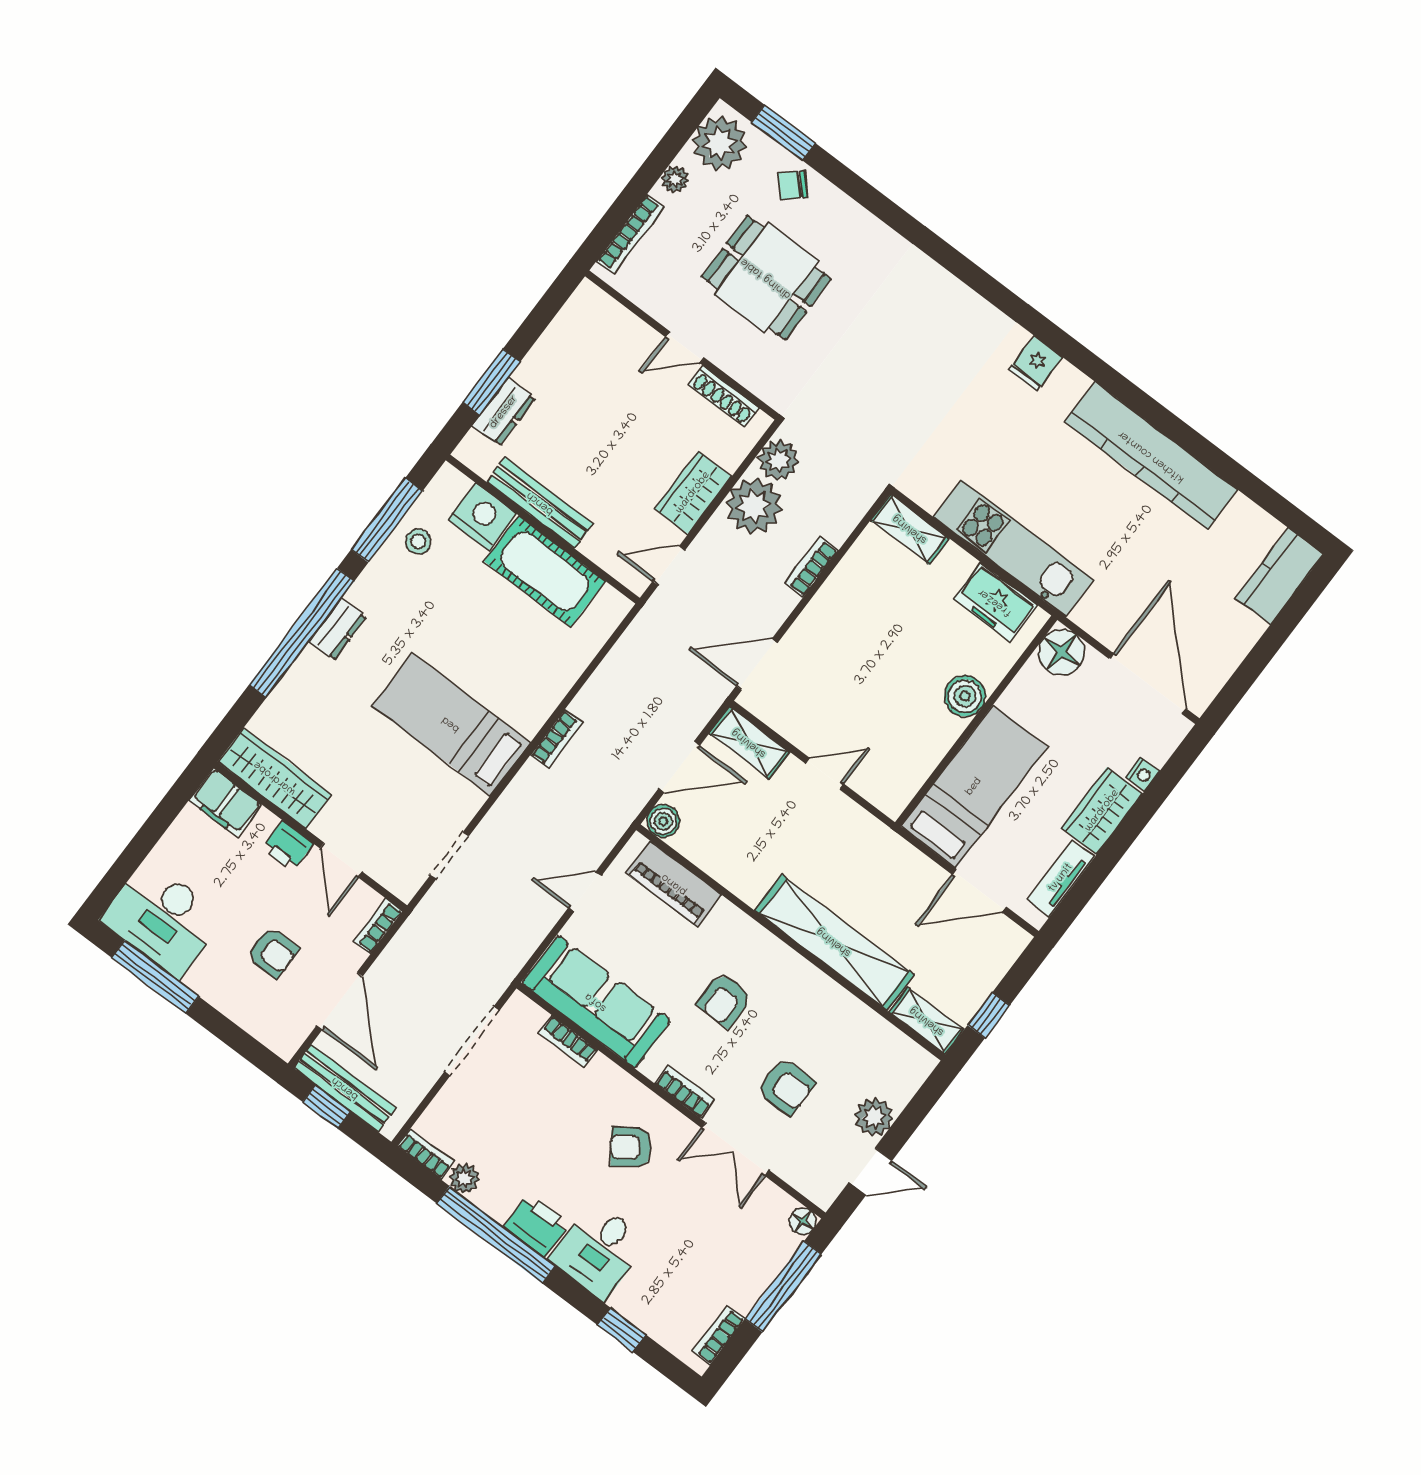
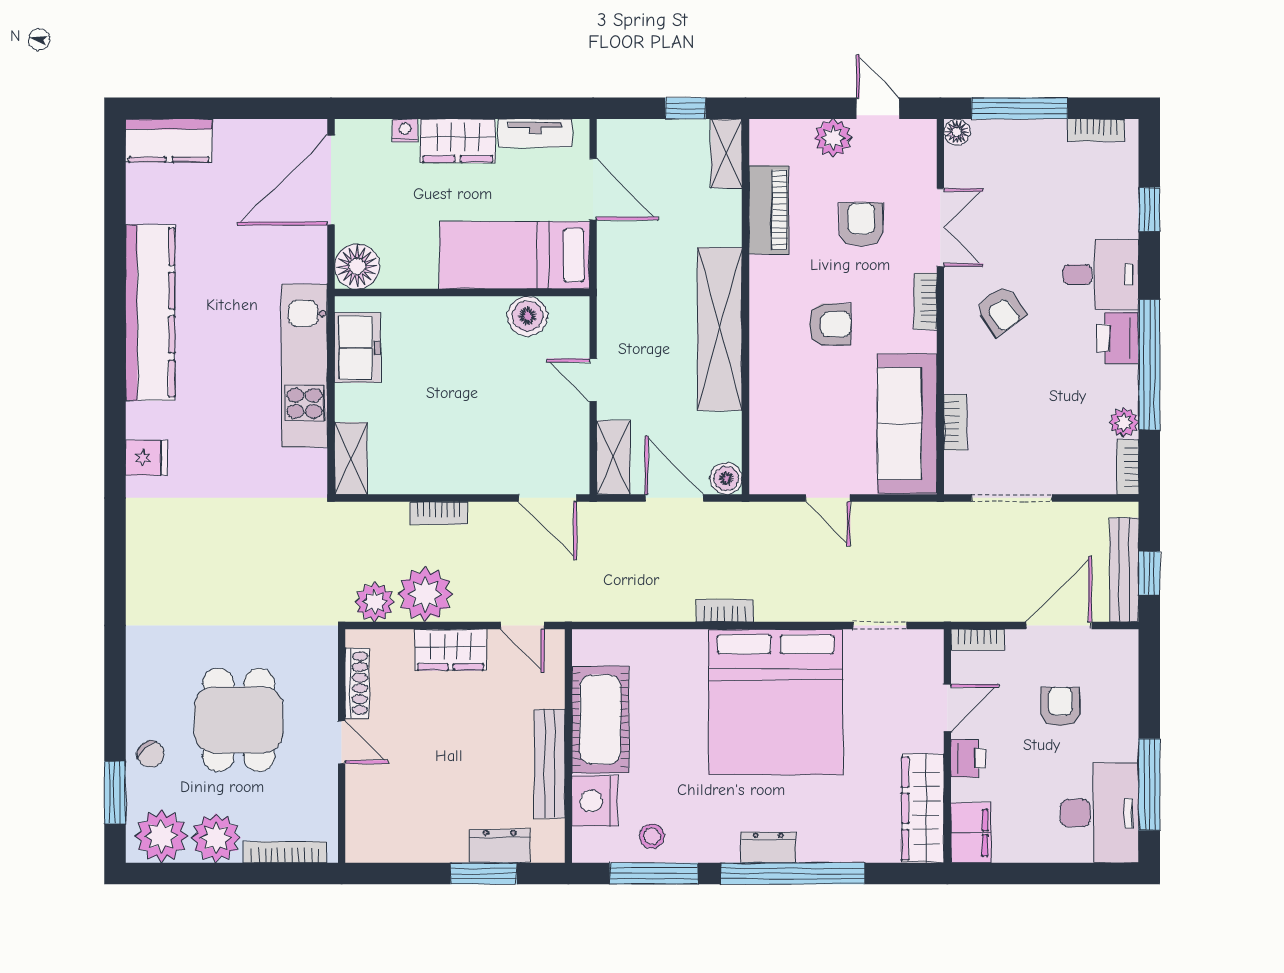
plant: (675, 179) -> (216, 838), width x1.88, depth x1.88
boiler: (965, 696) -> (528, 316), moved
bed: (451, 724) -> (776, 702), width x2.04
piano: (674, 884) -> (769, 210), moved
shelving: (834, 942) -> (720, 329), moved

